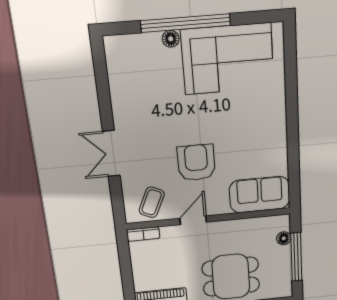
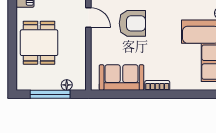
bookcase: (280, 121) -> (157, 85), added
sofa: (260, 195) -> (122, 77), moved, turned -90

